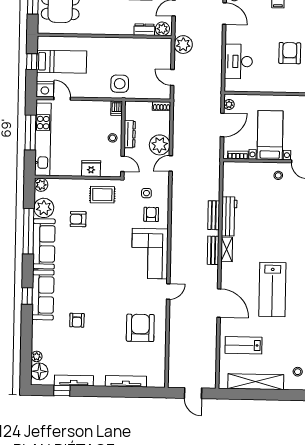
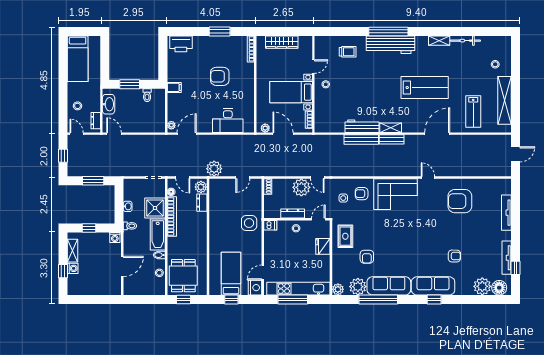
bench: (214, 215) -> (361, 140), width x1.36
plant: (37, 356) -> (482, 286), width x1.88, depth x1.88

